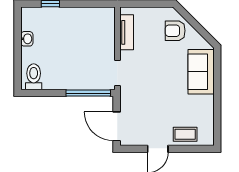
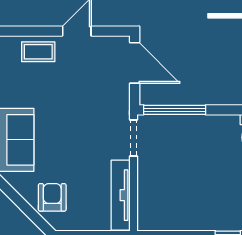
armchair: (175, 31) -> (52, 197), turned -90
tv unit: (127, 32) -> (121, 195), width x1.41

